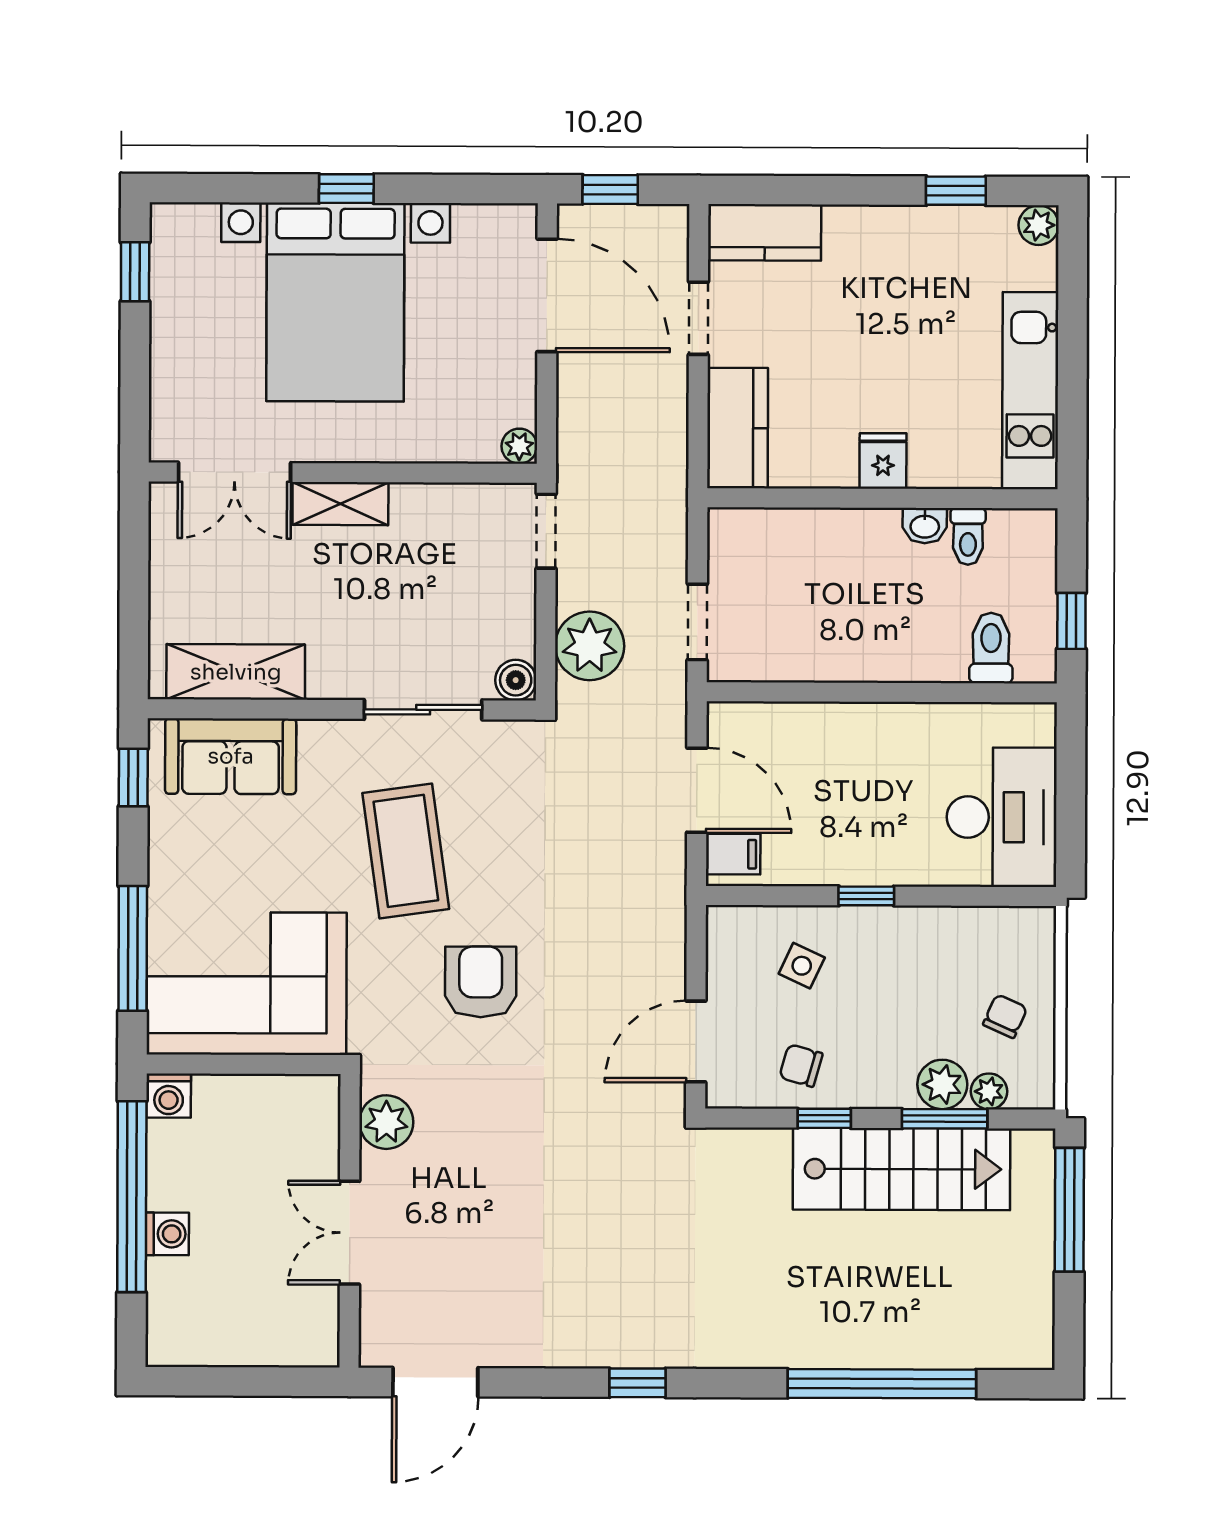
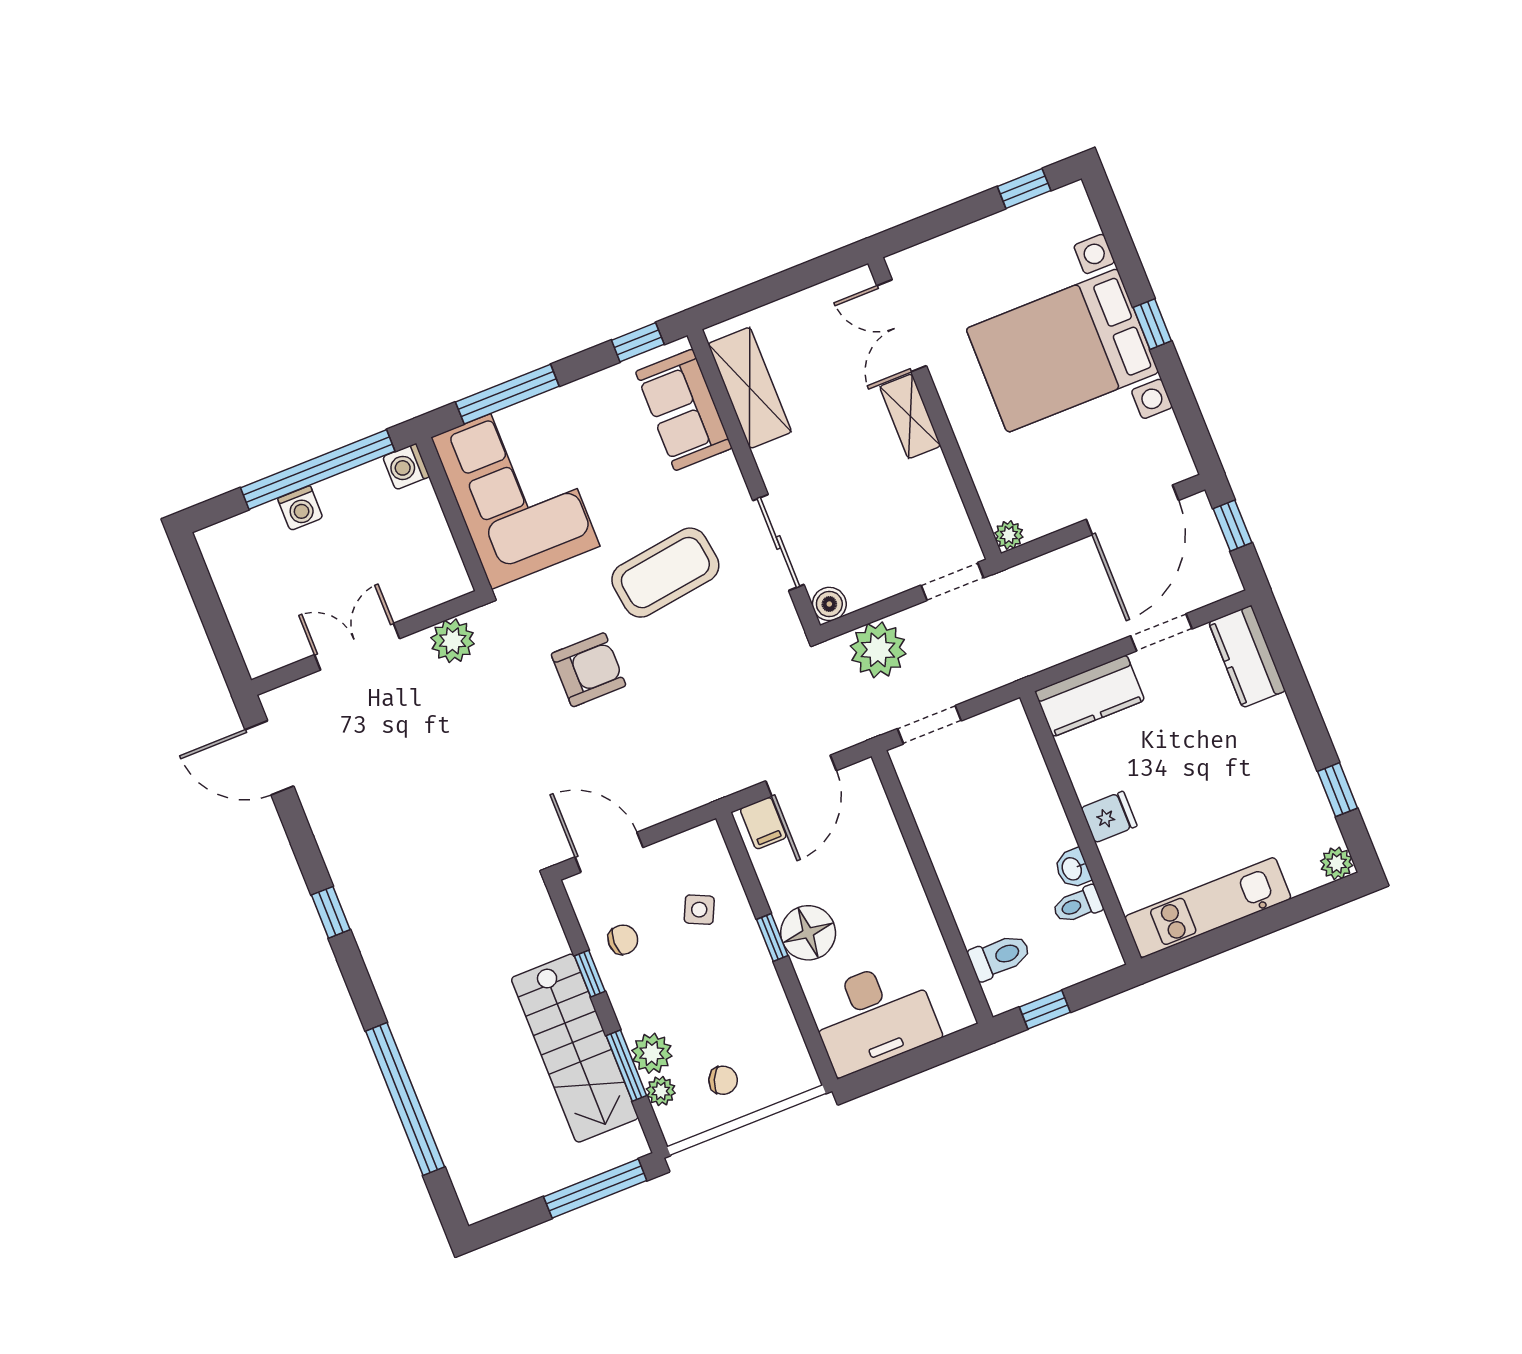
floor lamp: (877, 853) -> (808, 933), added
chair: (801, 1065) -> (623, 940), turned 74

